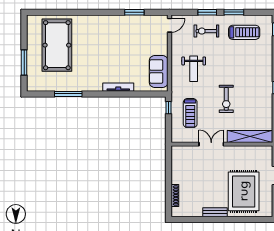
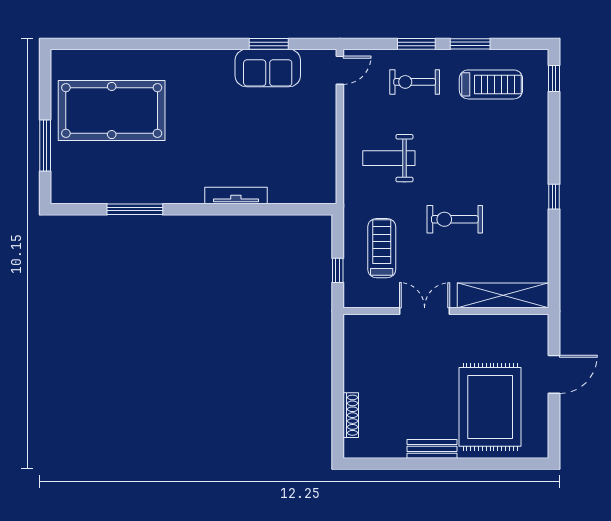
pool table: (57, 45) -> (112, 110), turned 90
weight bench: (194, 69) -> (389, 158), turned 90
sofa: (159, 71) -> (268, 68), moved, turned -90
exercise bike: (226, 99) -> (455, 219), turned 90
window: (168, 108) -> (338, 270), moved
treadmill: (190, 113) -> (382, 248), turned 180

